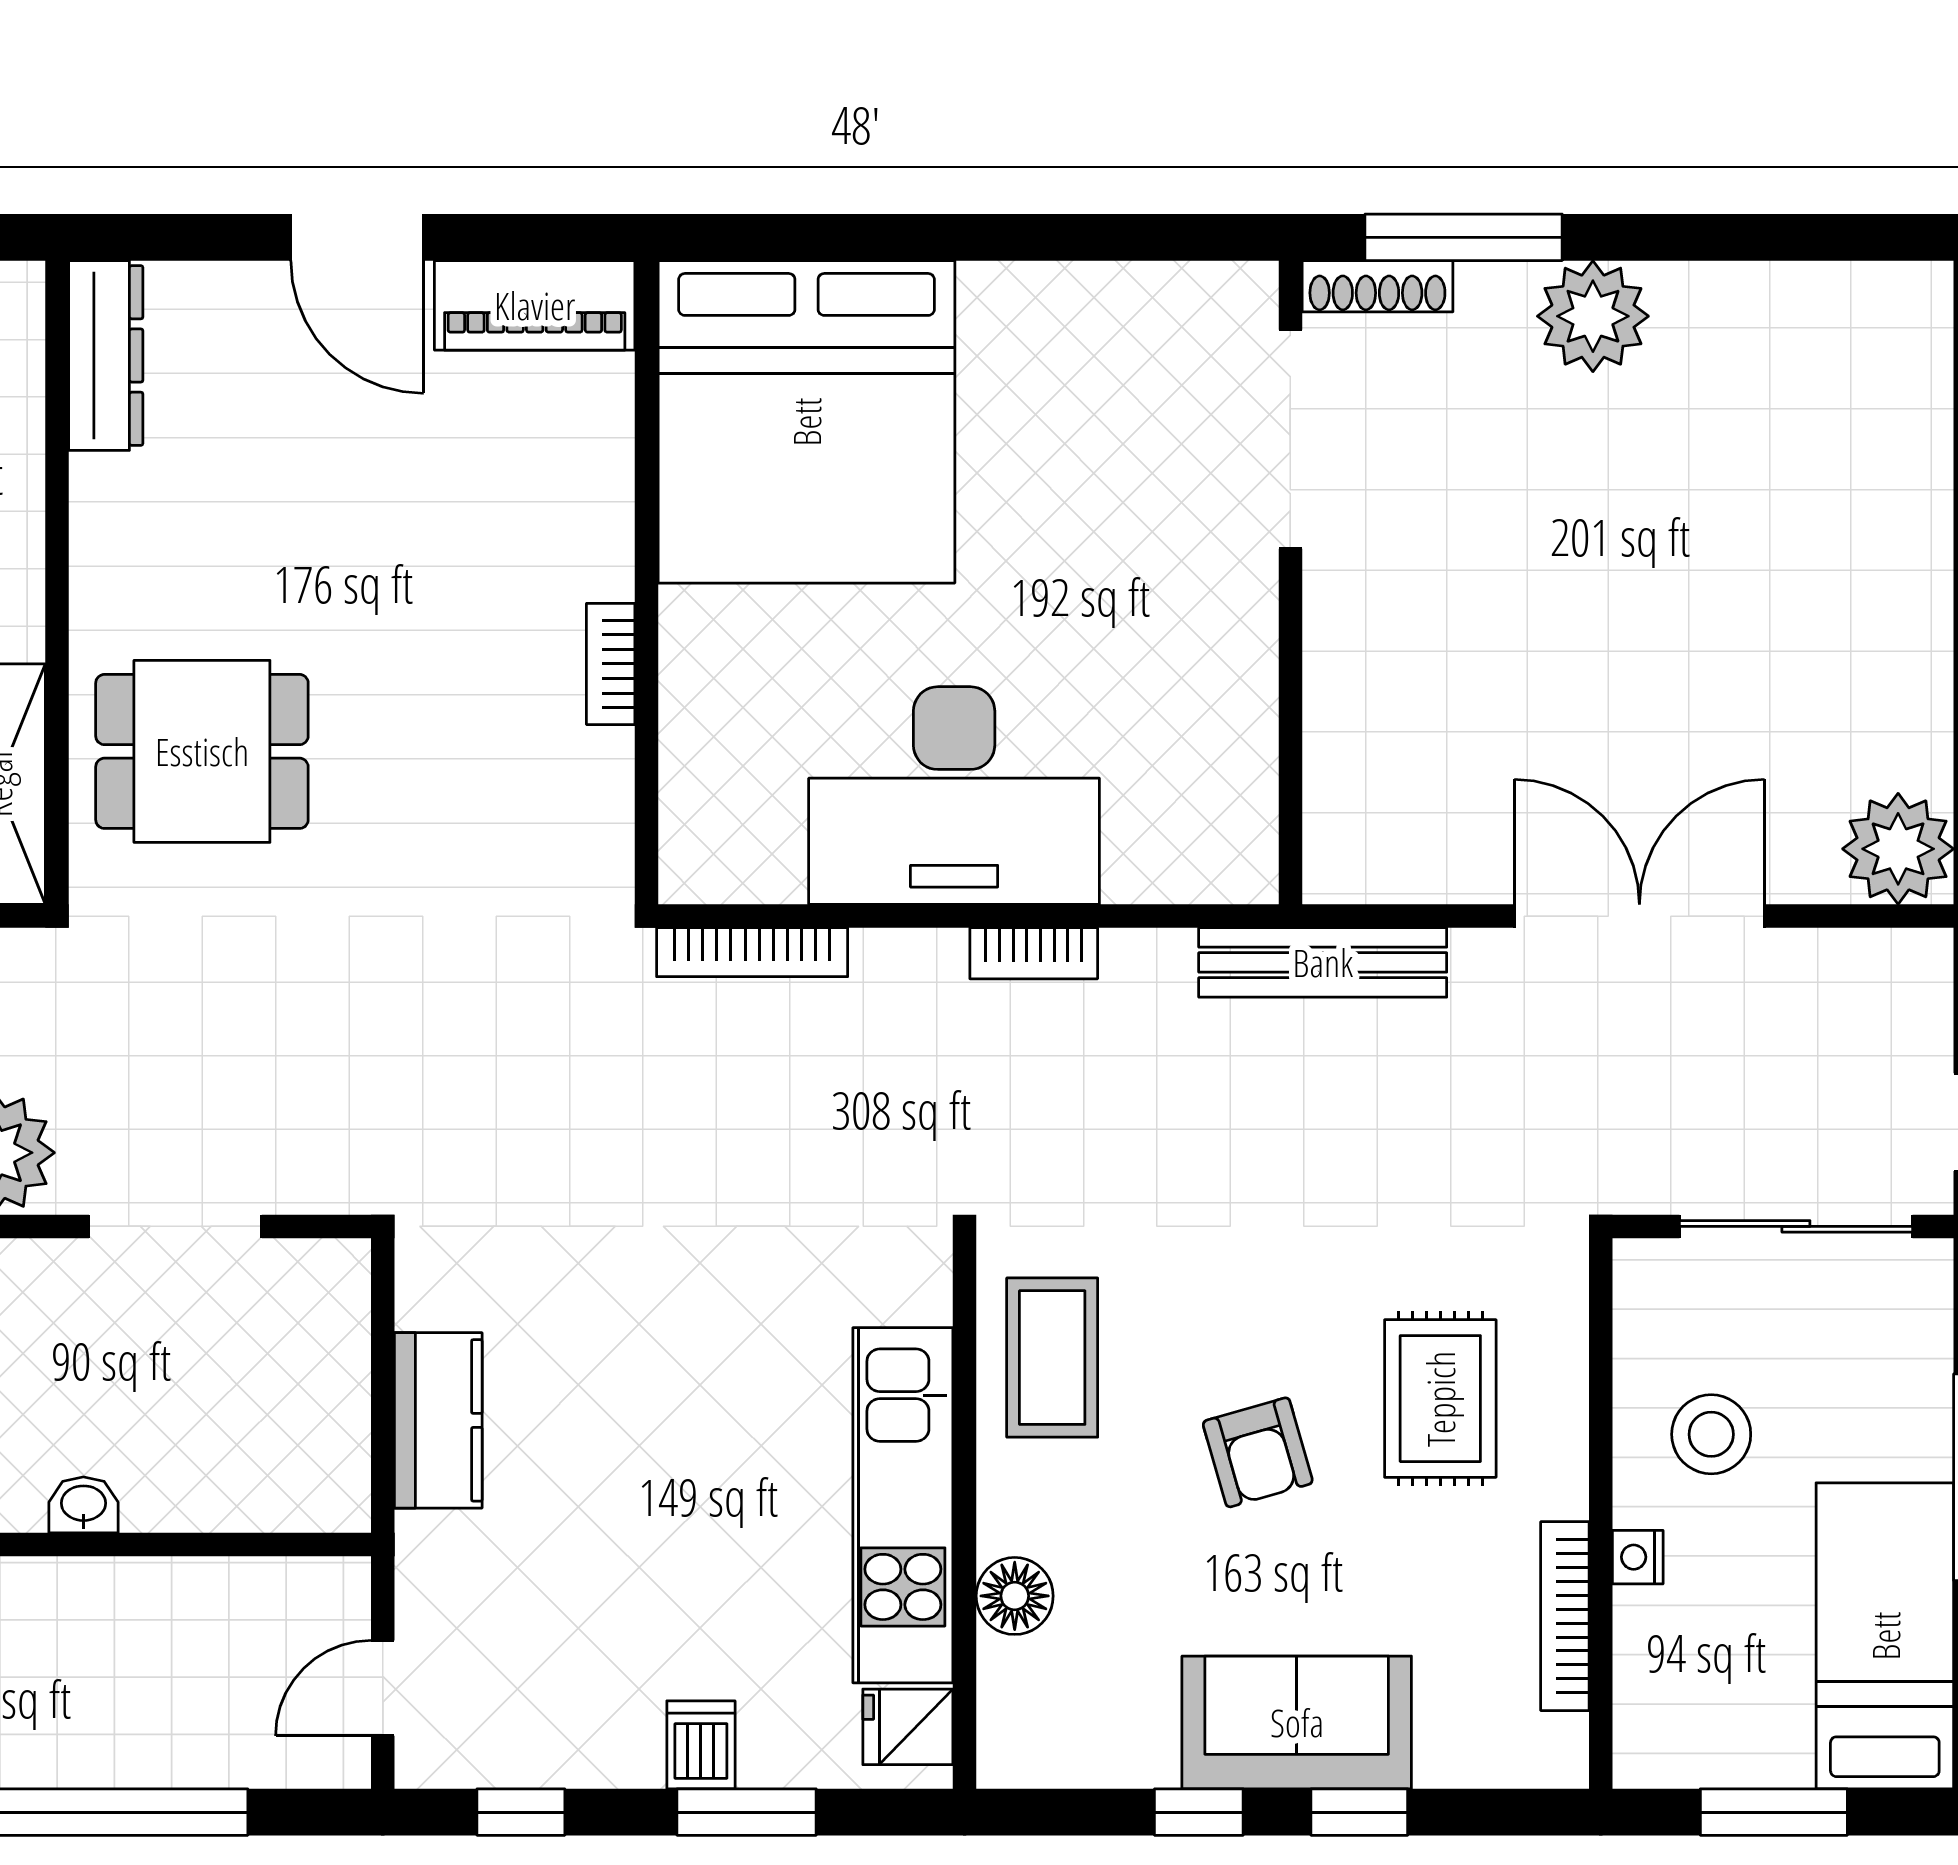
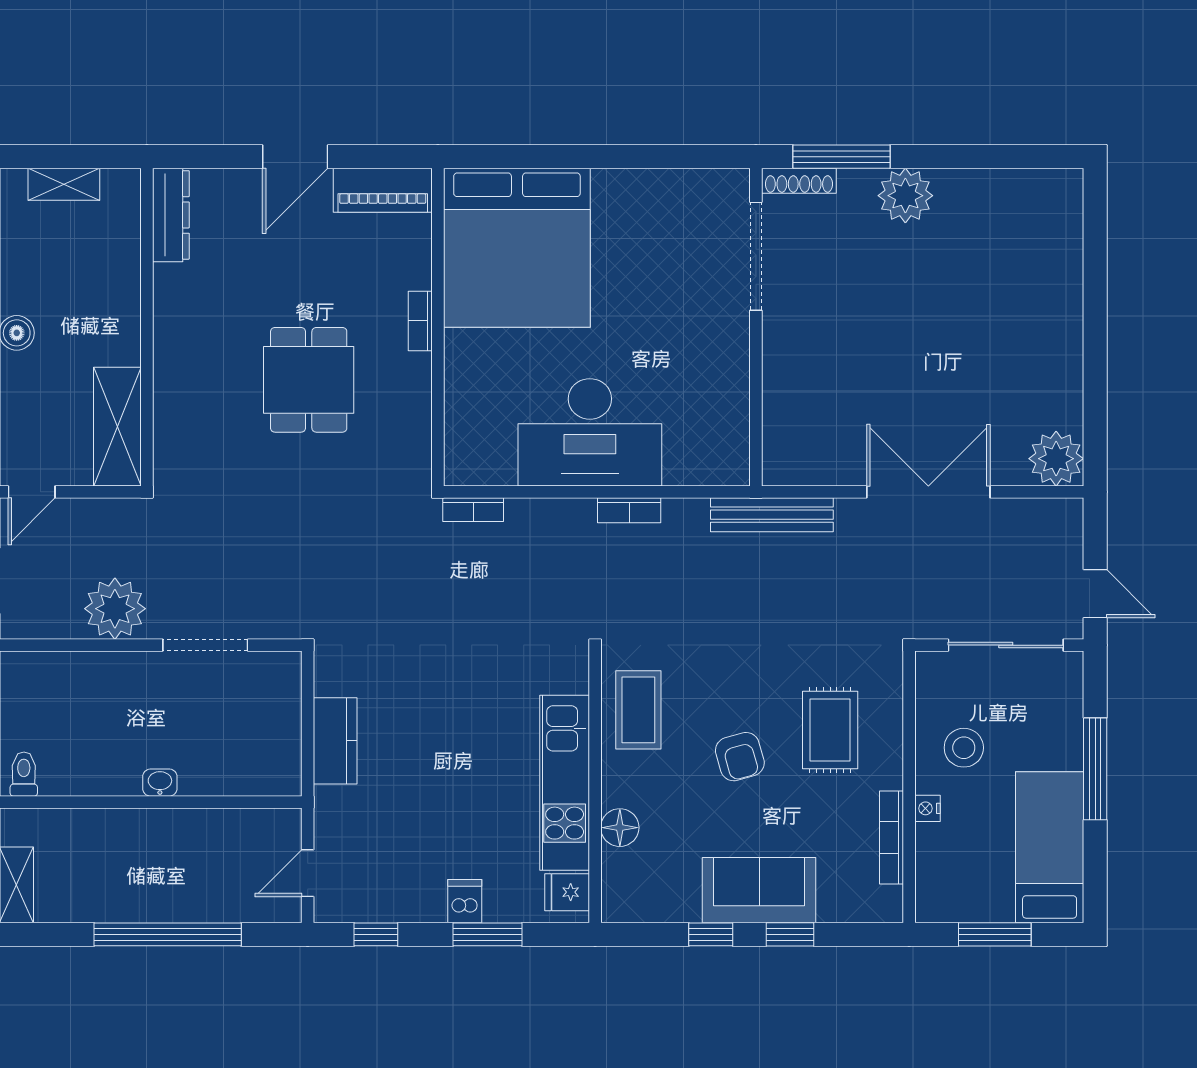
door: (357, 237) -> (295, 157), hinge flipped
bookcase: (611, 664) -> (420, 321), moved
dining table: (202, 751) -> (309, 380), moved, turned 90
bookcase: (752, 952) -> (473, 510), width x0.64

